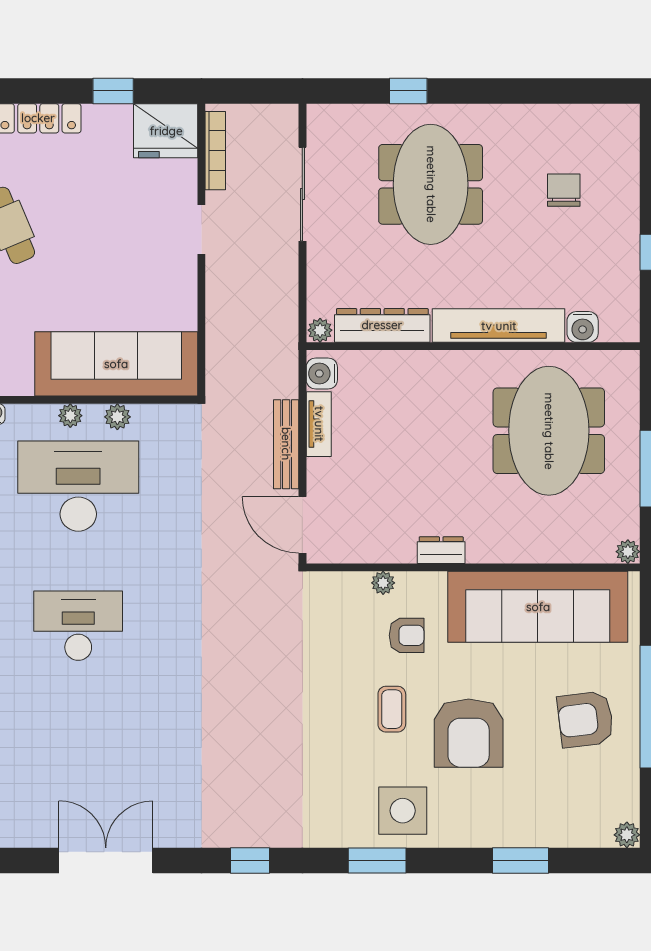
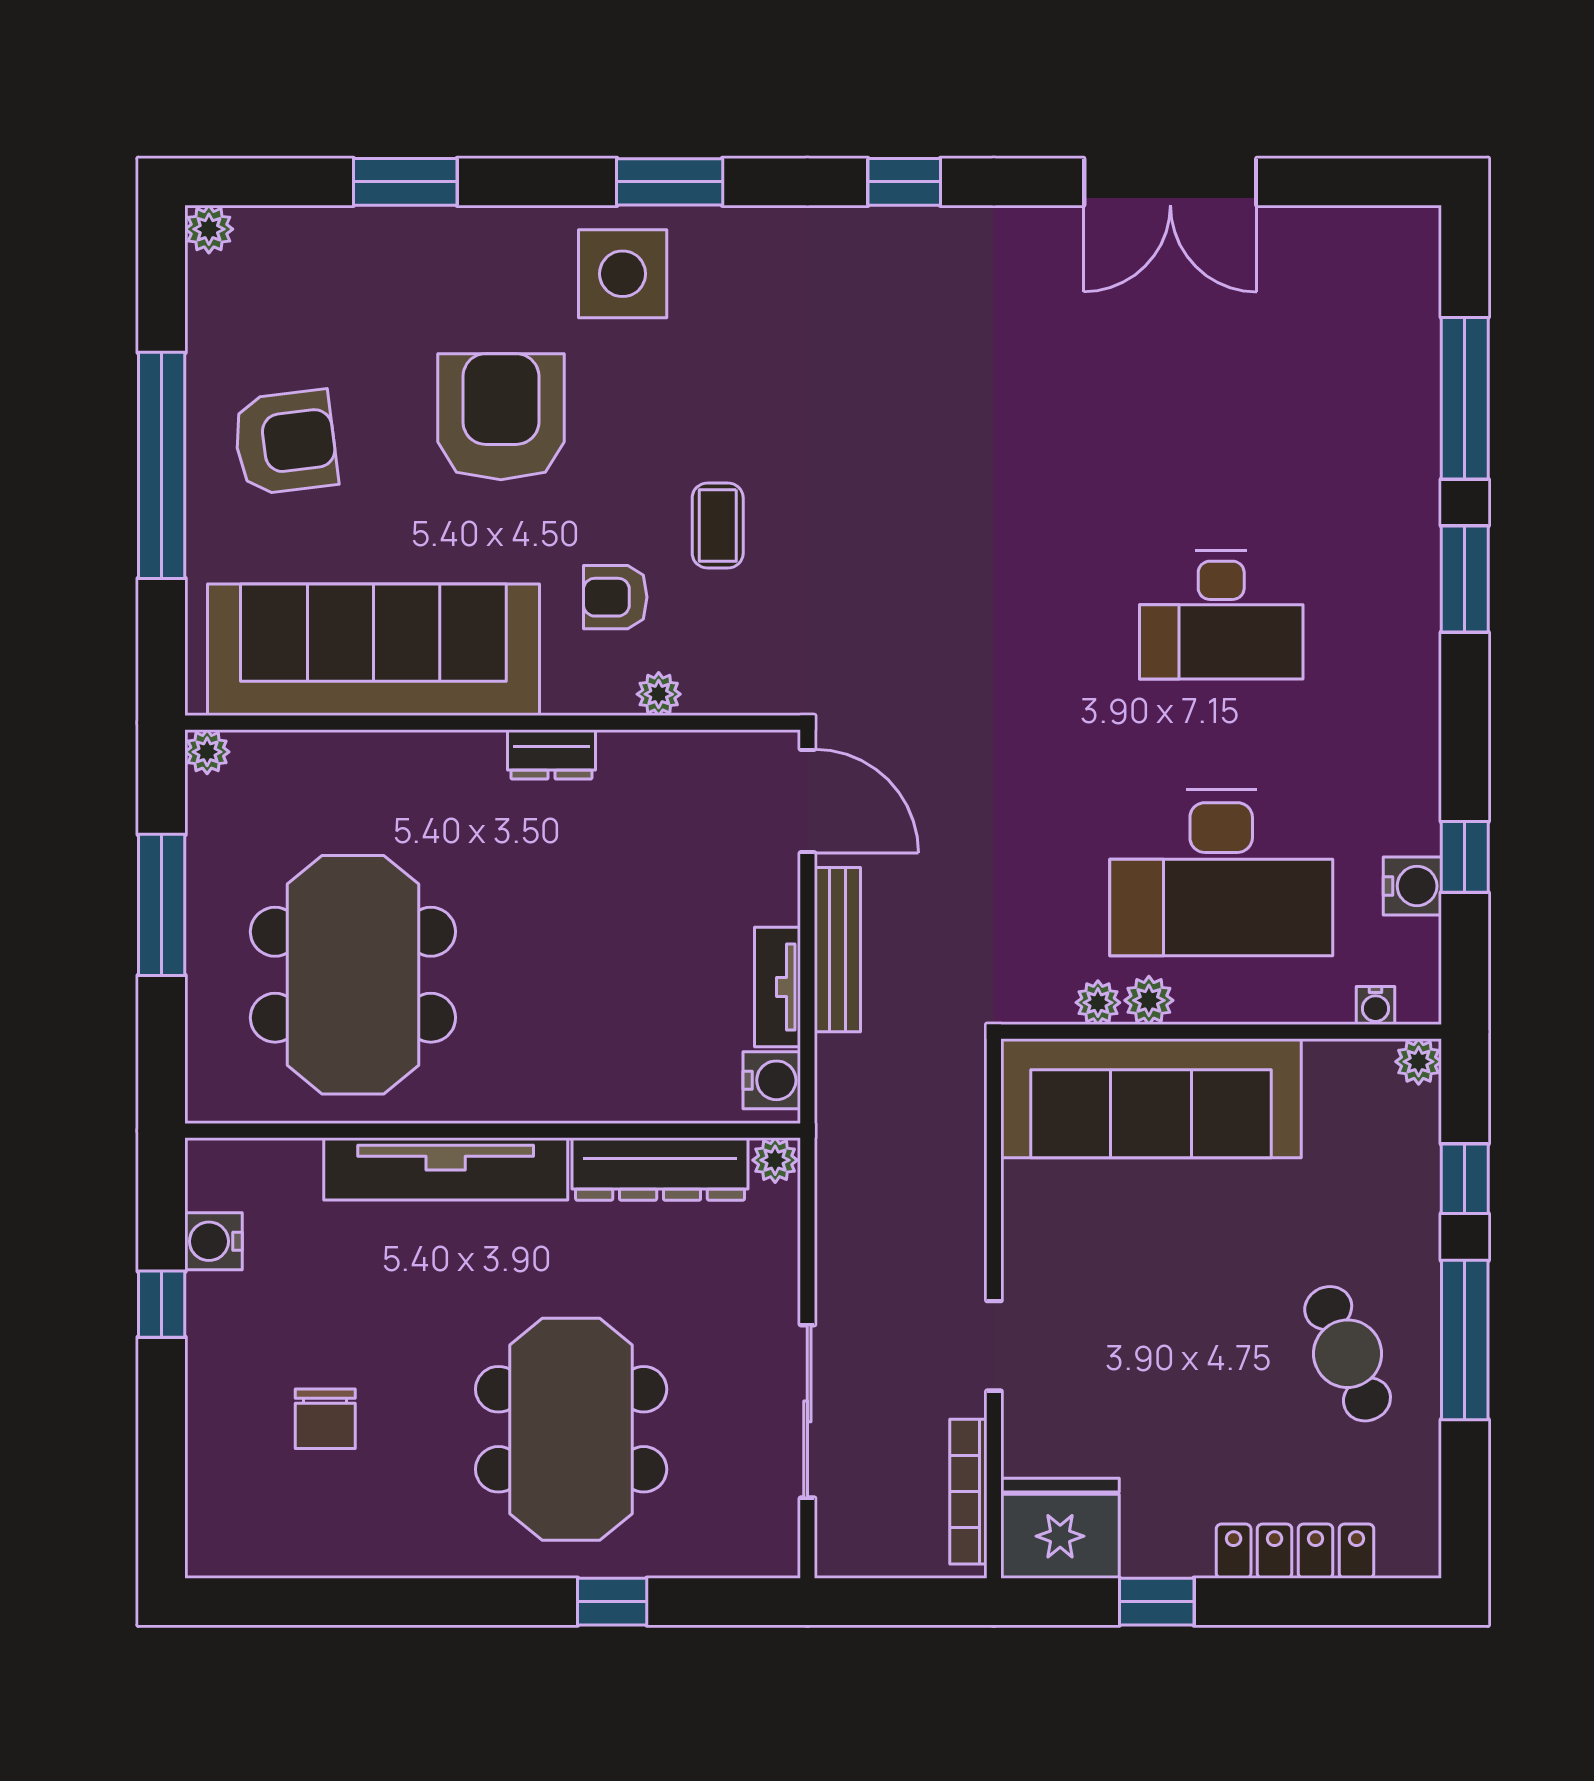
water cooler: (583, 327) -> (214, 1241), moved, turned -90
plant: (70, 416) -> (1098, 1003), moved
coffee table: (392, 709) -> (718, 526), moved

